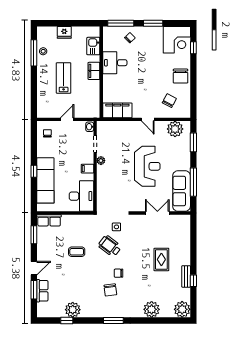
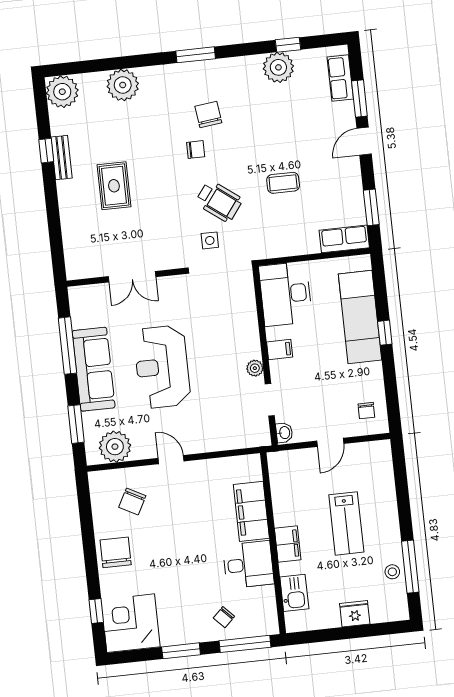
filing cabinet: (117, 110) -> (251, 511), moved, turned 90
sofa: (182, 191) -> (94, 369), moved
row of seats: (42, 291) -> (340, 78), moved

